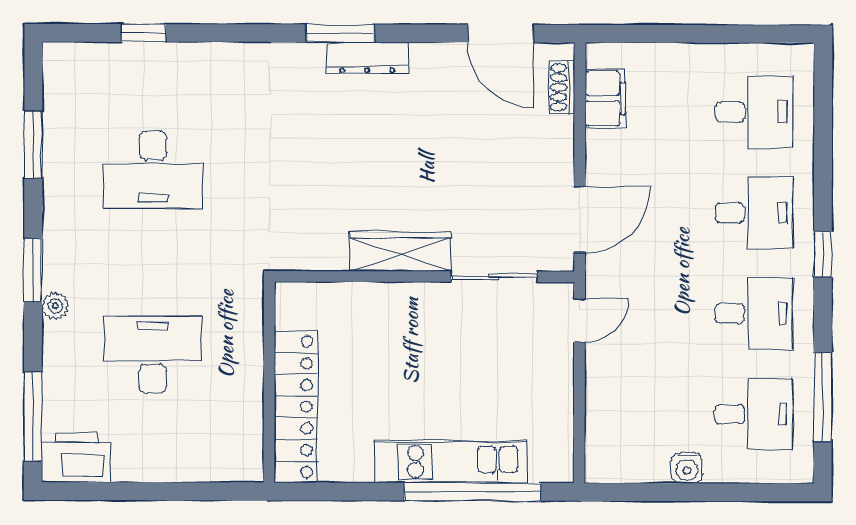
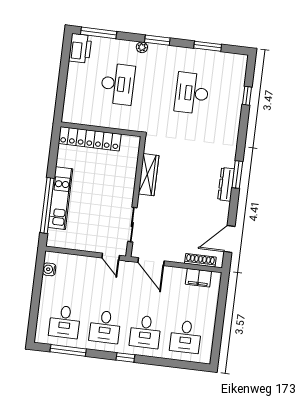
shoe rack: (562, 87) -> (200, 260), width x1.43
wardrobe: (400, 252) -> (148, 175), moved
water cooler: (687, 468) -> (49, 269), moved

